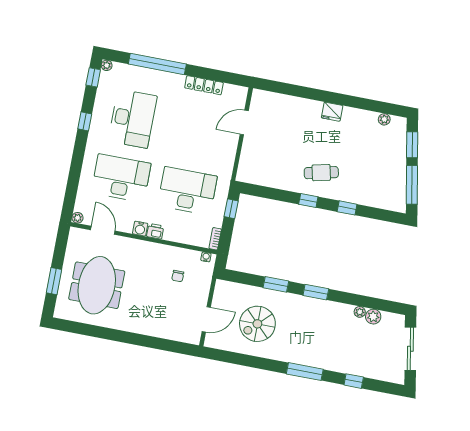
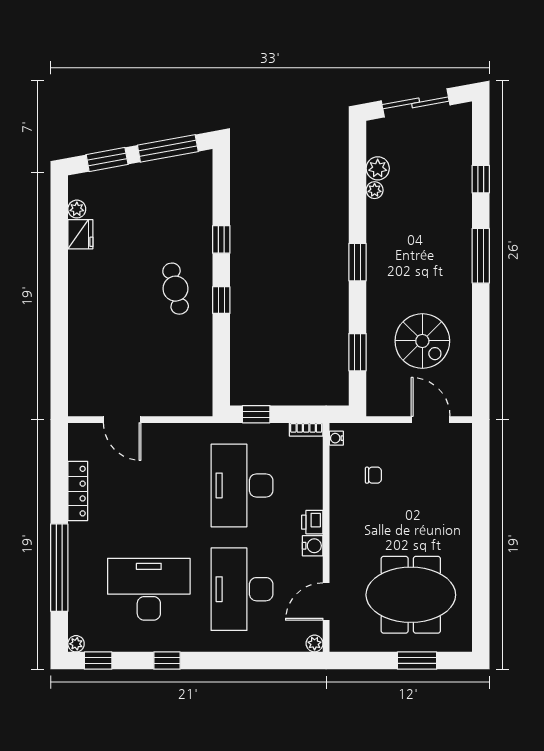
fridge: (332, 112) -> (80, 234), moved
window: (276, 284) -> (357, 352), moved

